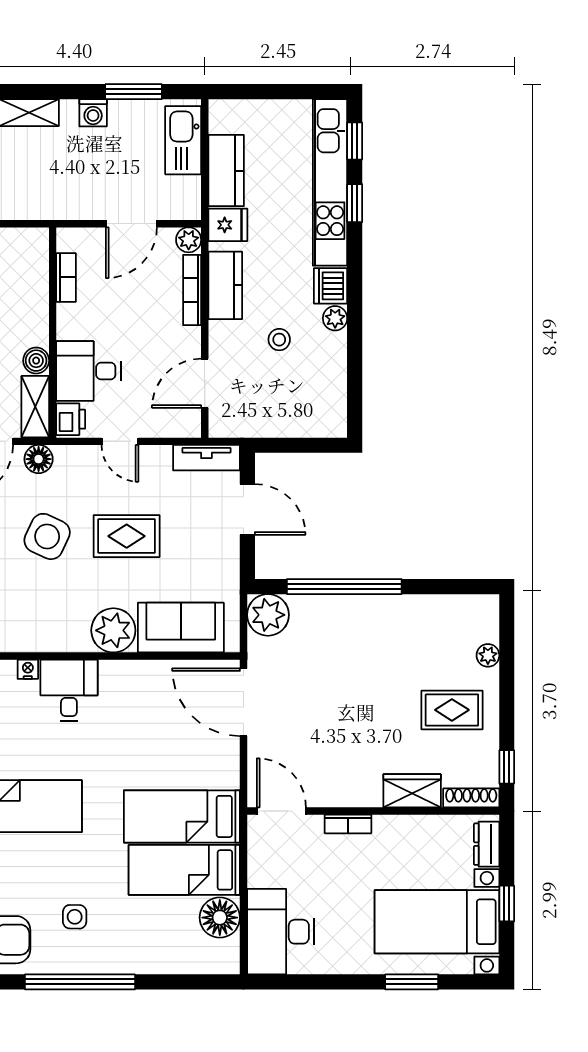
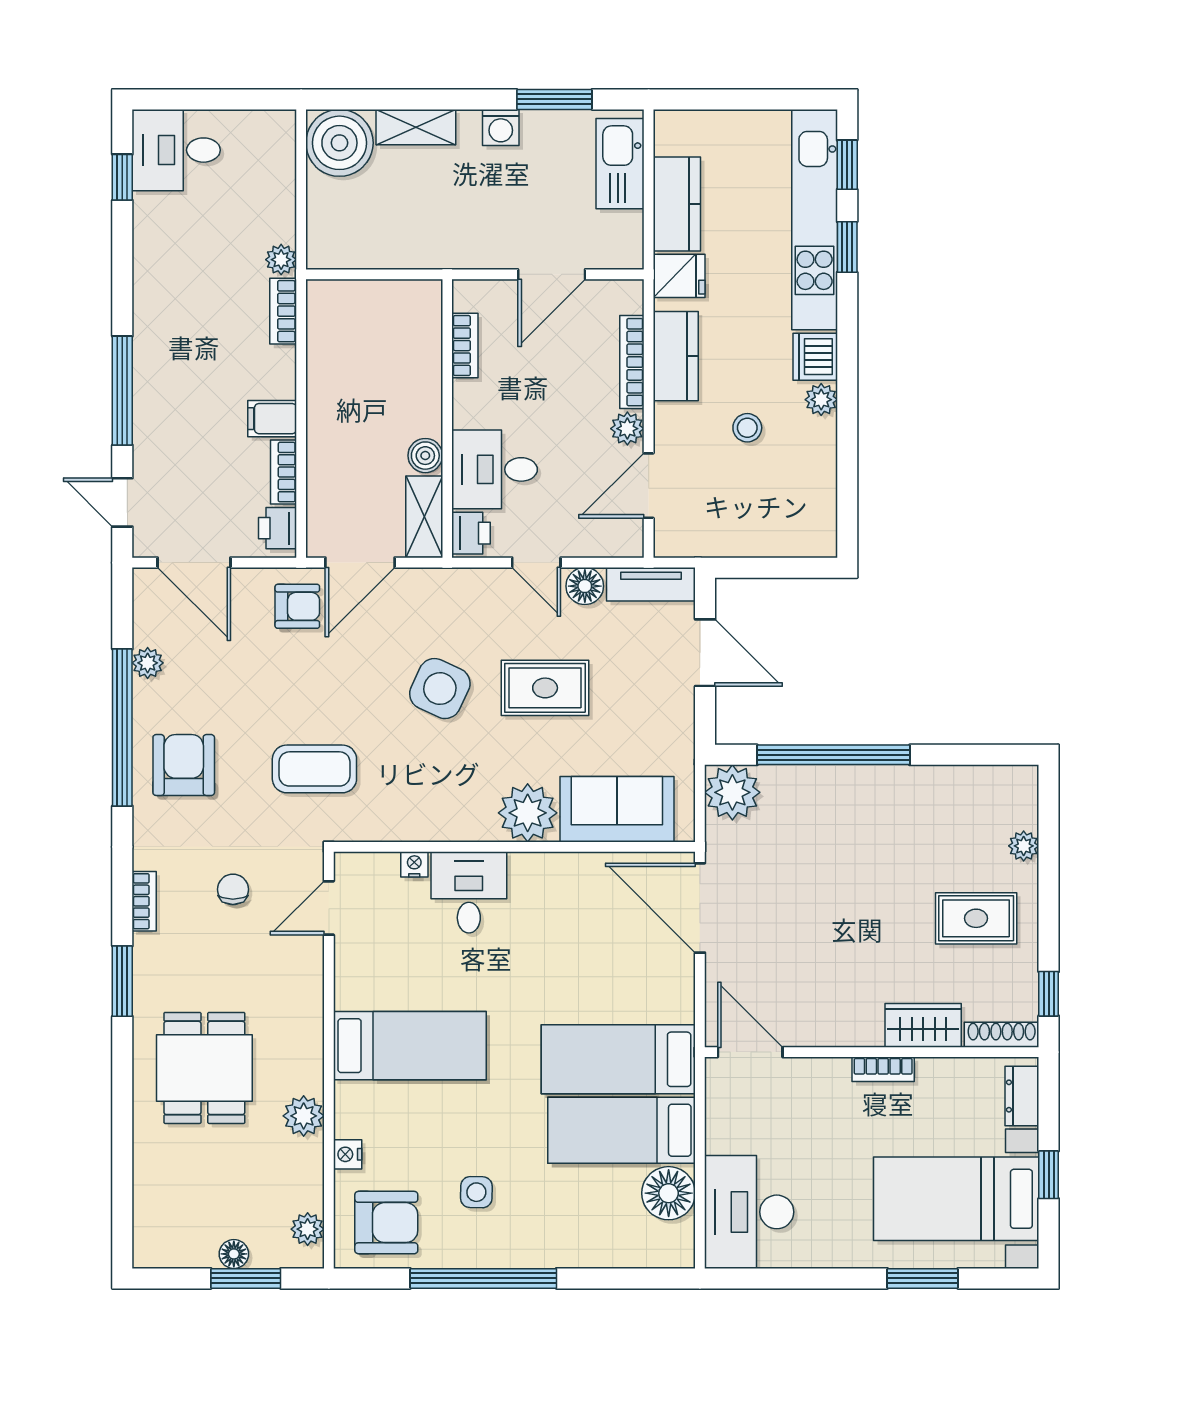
plant: (189, 240) -> (627, 429), moved
floor lamp: (39, 459) -> (585, 586), moved
bookcase: (348, 824) -> (883, 1069), moved

